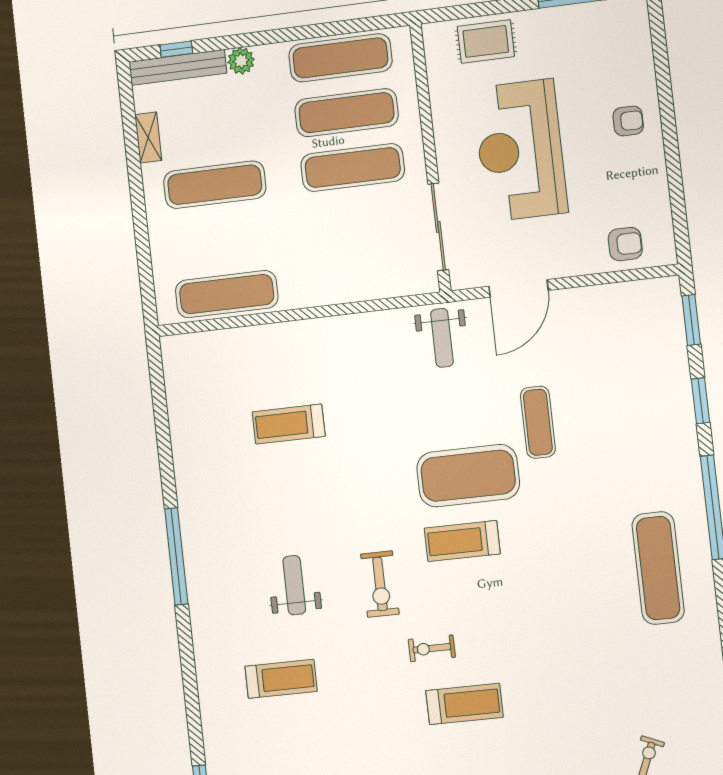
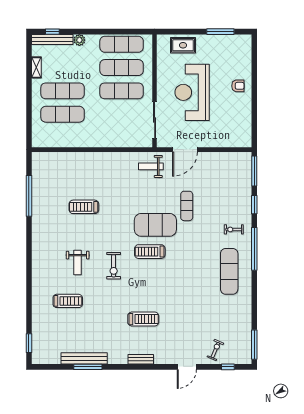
armchair: (625, 244) -> (231, 137), removed
exercise mat: (227, 294) -> (63, 114), moved
window: (691, 320) -> (254, 171), width x1.44
weight bench: (442, 338) -> (151, 166), turned 90
treadmill: (289, 424) -> (84, 207), moved
window: (176, 556) -> (29, 196), moved
weight bench: (294, 585) -> (78, 262), turned 180
exercise bike: (432, 648) -> (234, 229), moved

